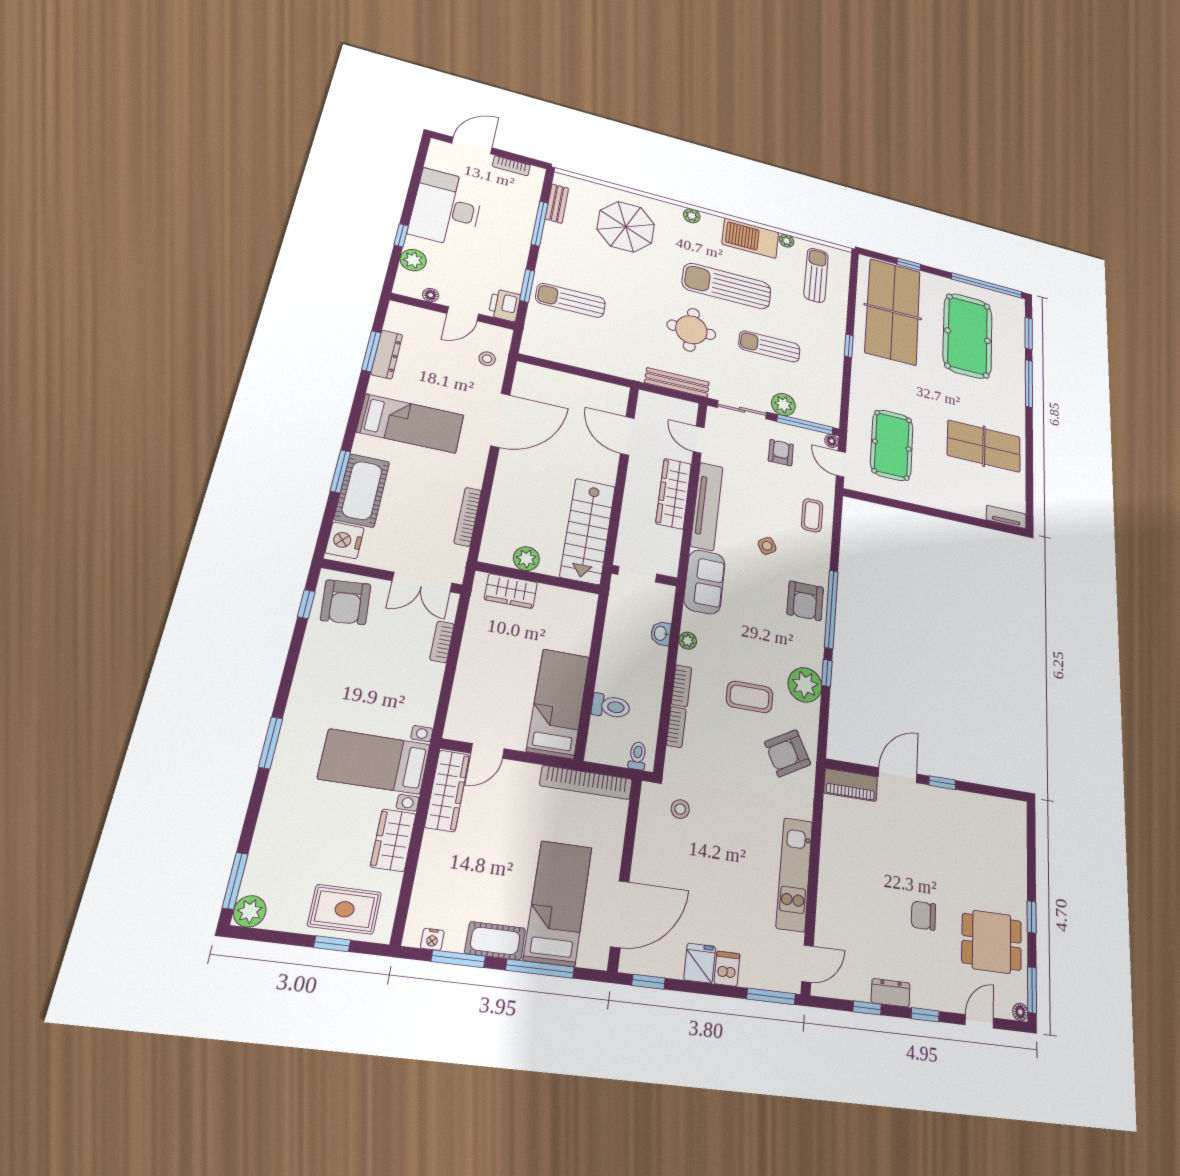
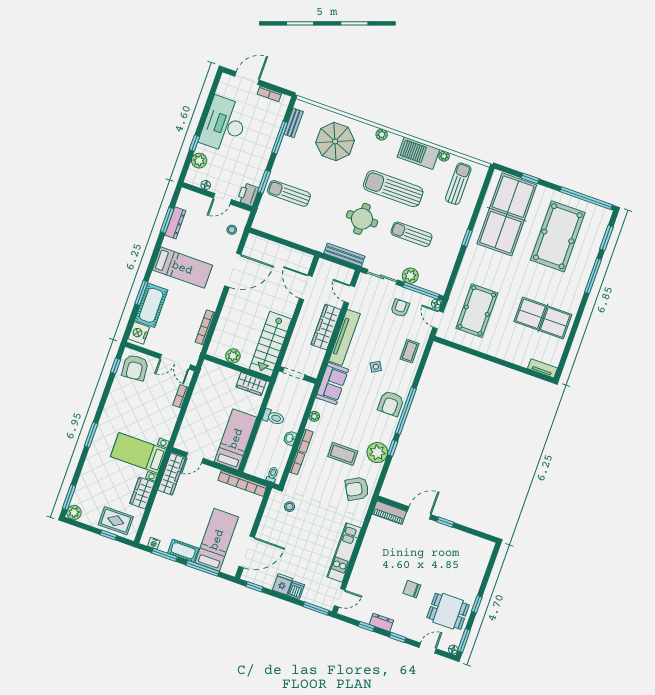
wardrobe: (511, 591) -> (251, 384), moved
washbasin: (661, 633) -> (290, 438), moved
toilet: (611, 706) -> (273, 417), moved

